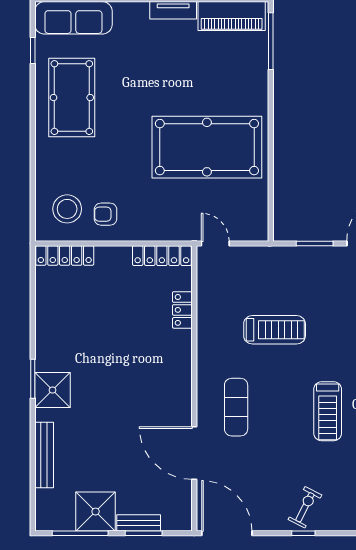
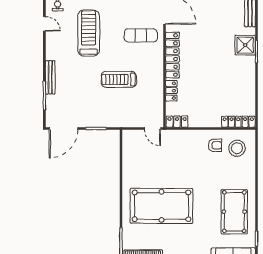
pool table: (207, 147) -> (161, 206), moved
locker: (162, 256) -> (177, 122), width x0.66
locker: (180, 373) -> (172, 55), added
exercise mat: (236, 407) -> (141, 35), turned 90
treadmill: (328, 411) -> (89, 33), width x1.37, depth x1.38

